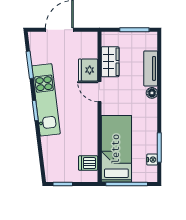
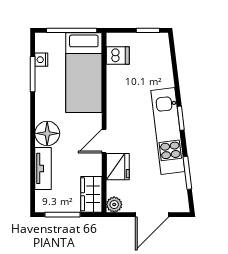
plant: (91, 38) -> (114, 205), added
wardrobe: (110, 62) -> (91, 194), moved
door: (99, 92) -> (104, 141), swing flipped
floor lamp: (152, 93) -> (47, 133), width x1.89, depth x1.89

